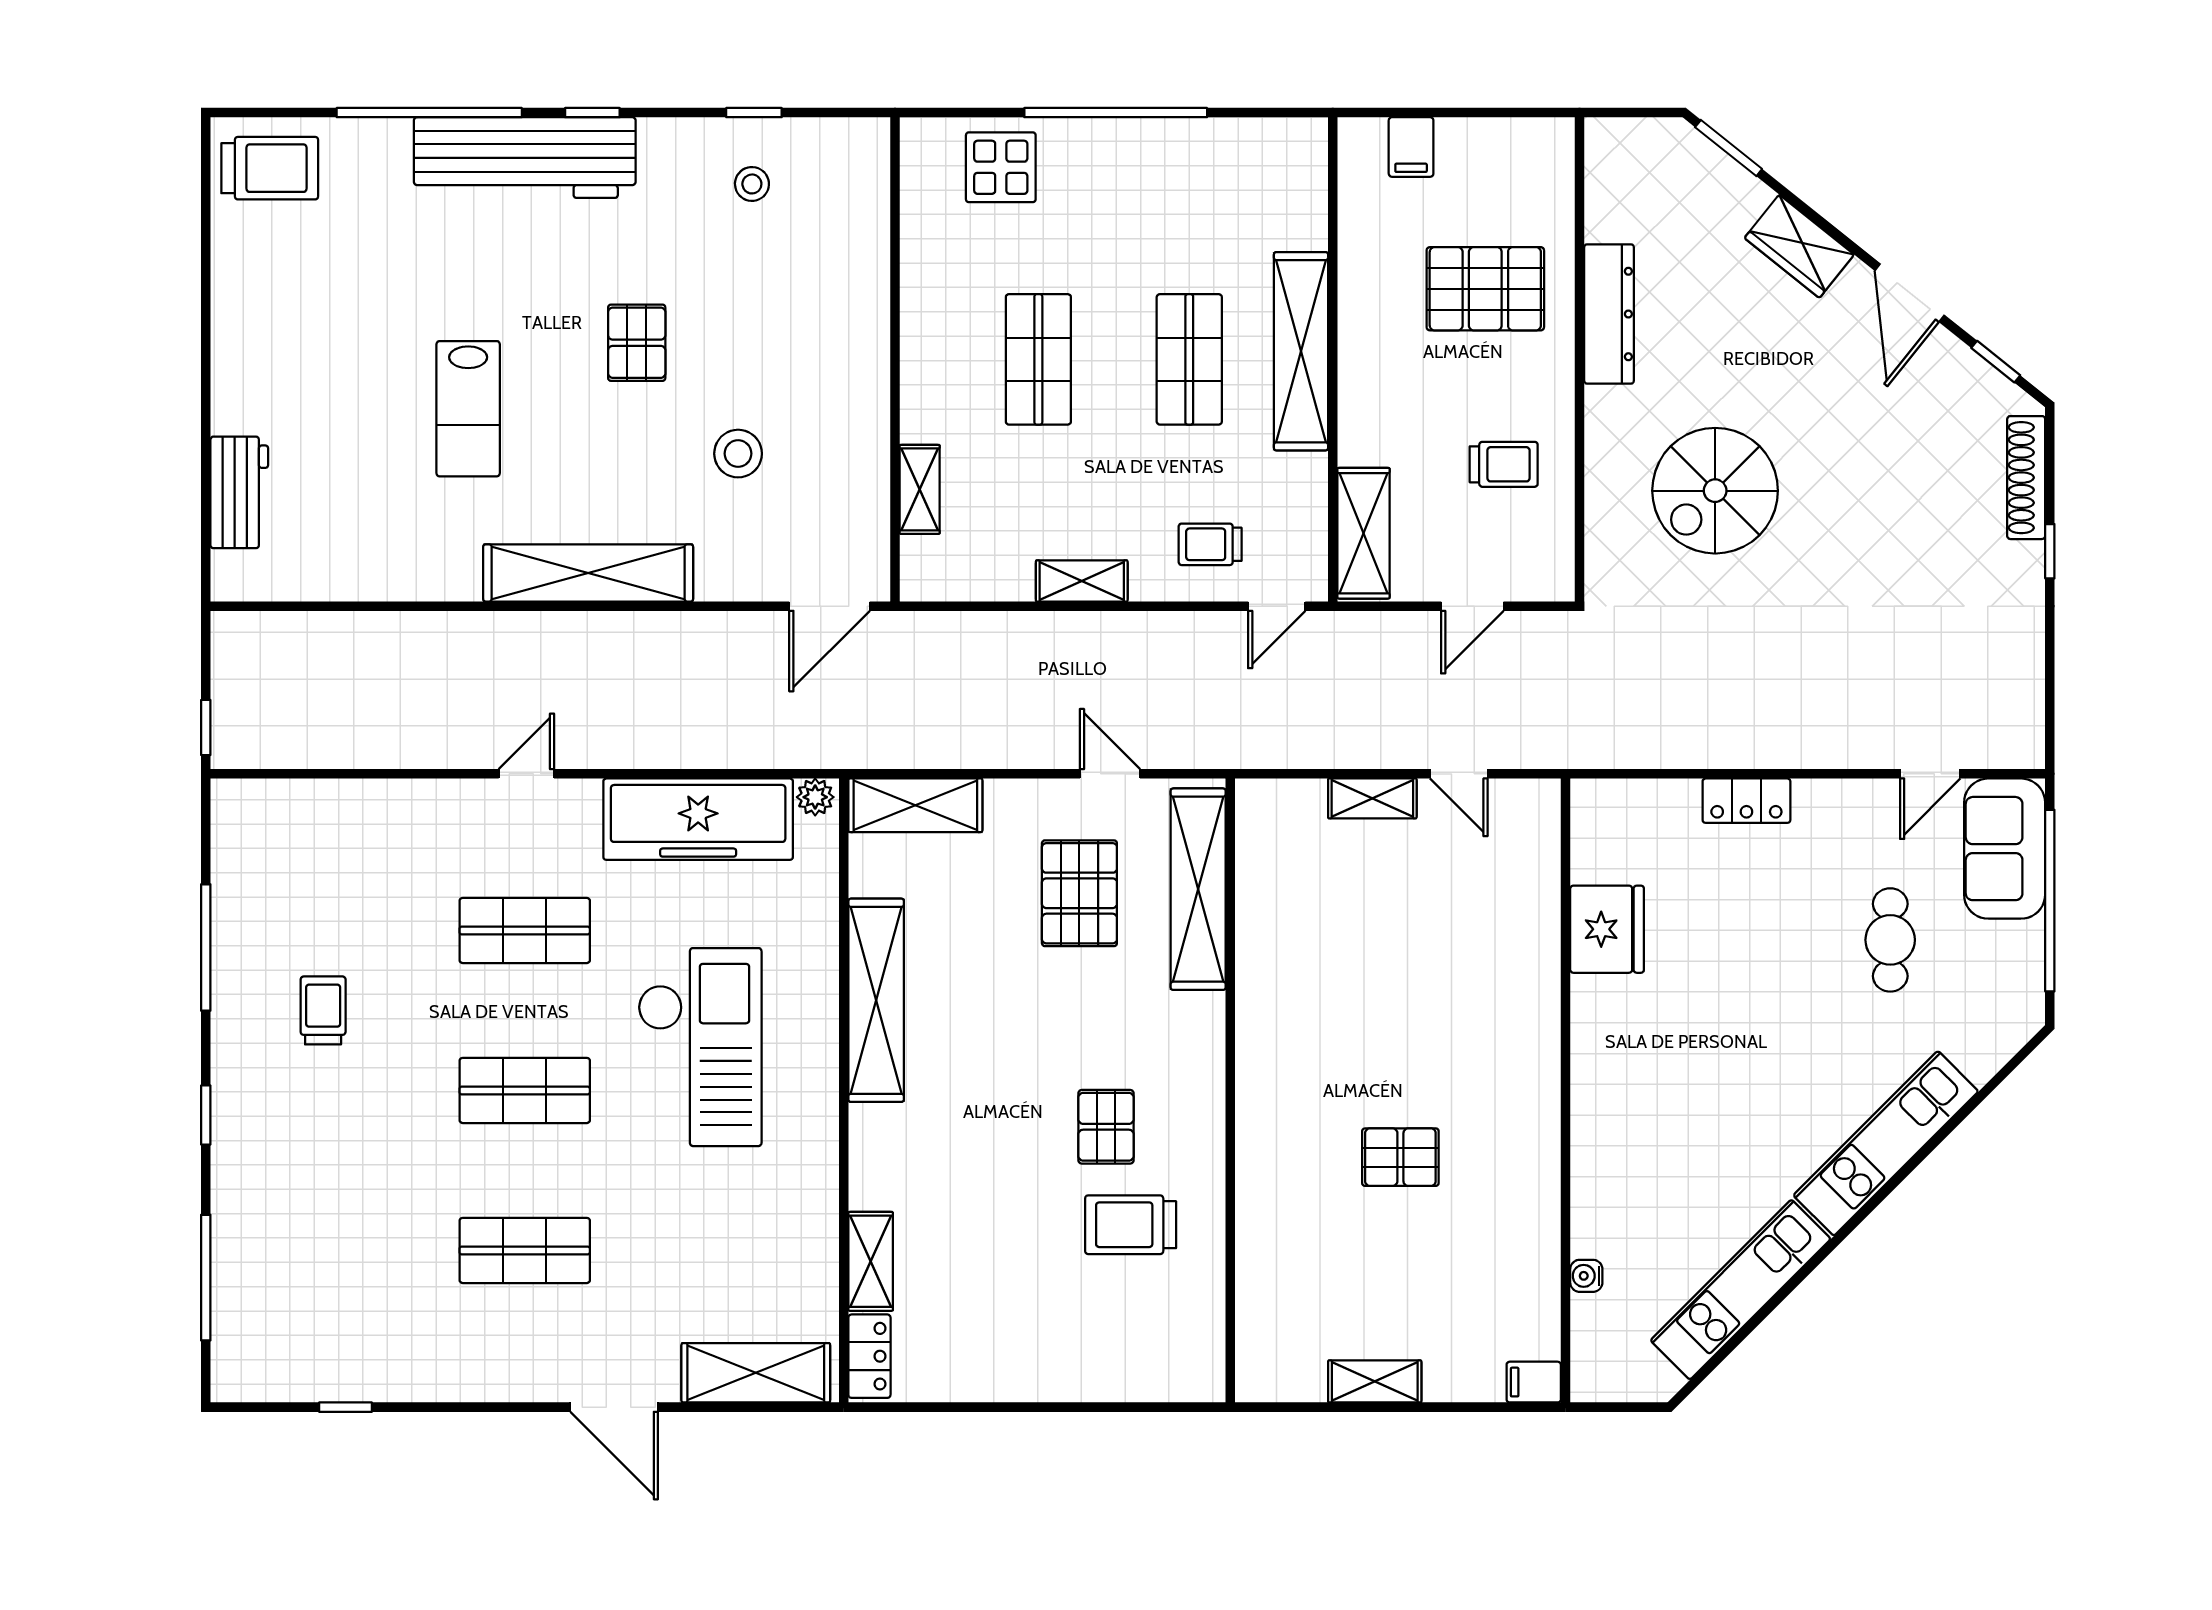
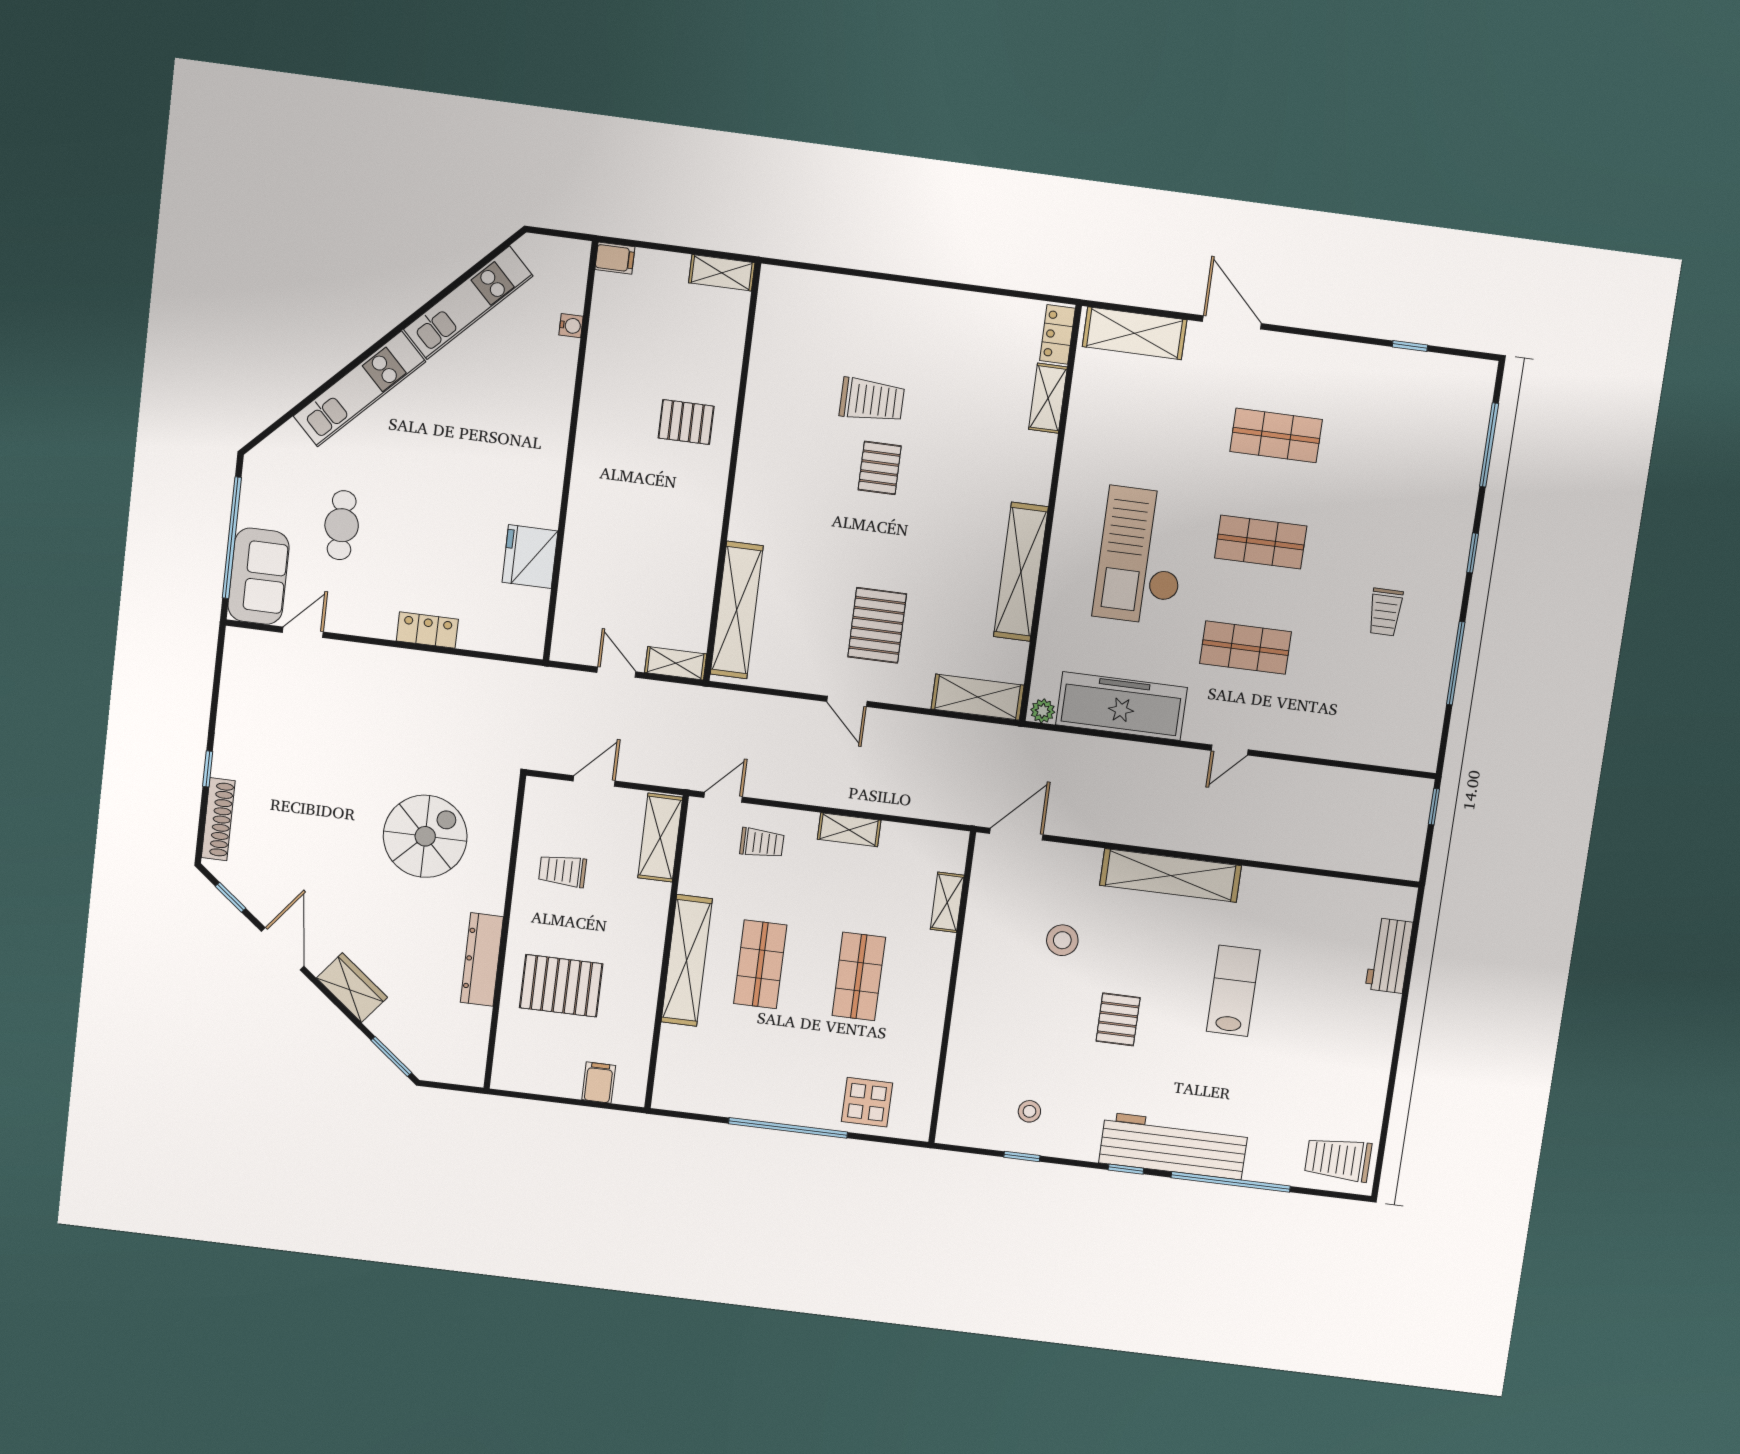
shelving: (1198, 889) -> (737, 610), moved
wall: (1230, 1090) -> (732, 473), moved

